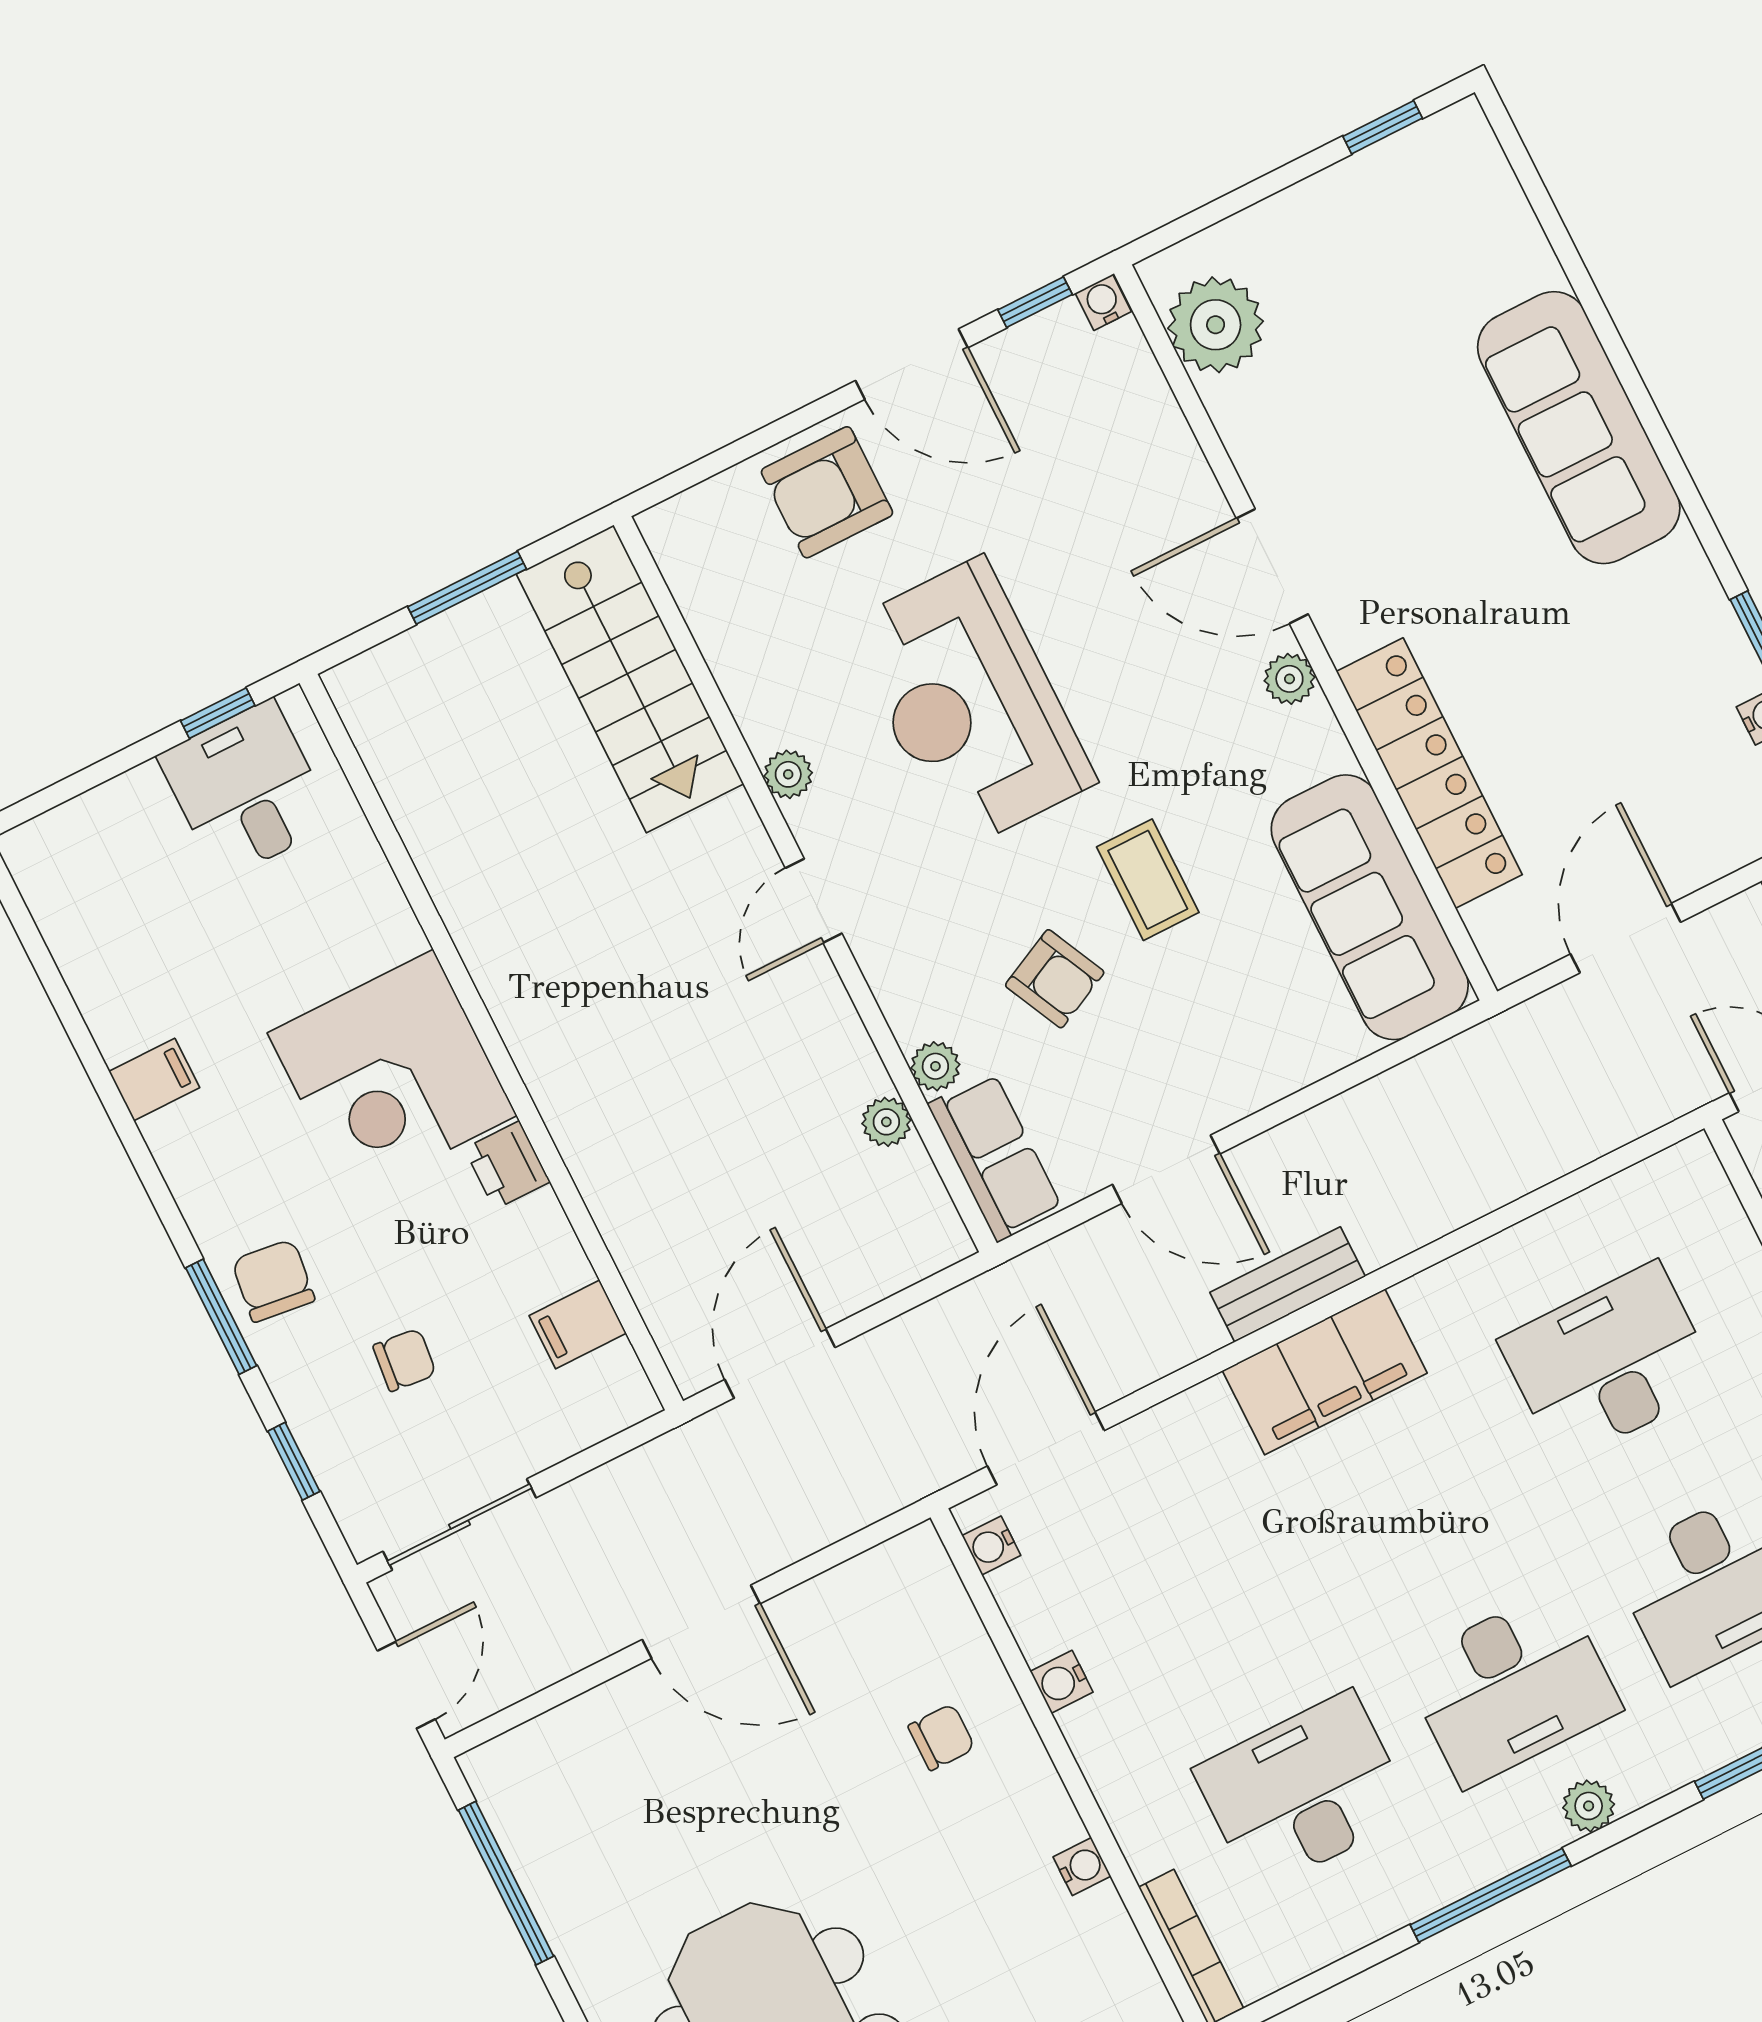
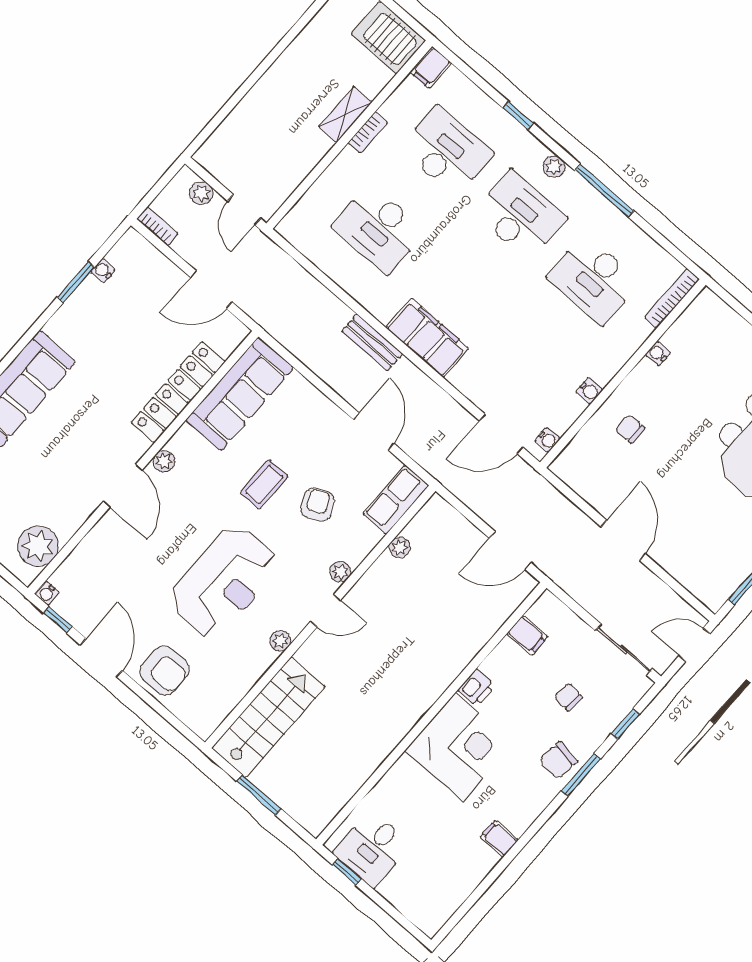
plant: (935, 1066) -> (340, 572), moved
bench: (1288, 1285) -> (372, 342), moved

